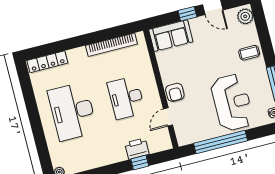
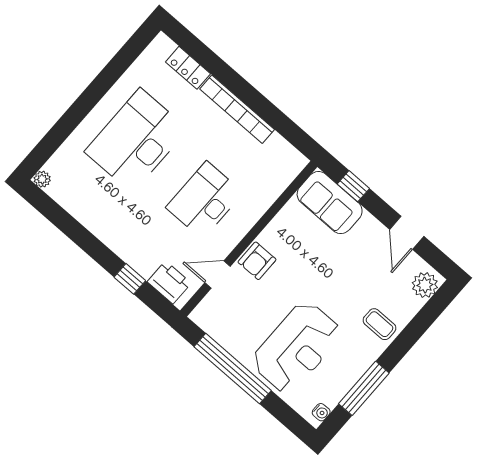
window: (187, 14) -> (353, 186), moved
bookcase: (111, 45) -> (237, 109), moved
locker: (47, 62) -> (188, 68), width x0.66
printer: (137, 149) -> (169, 282), moved

